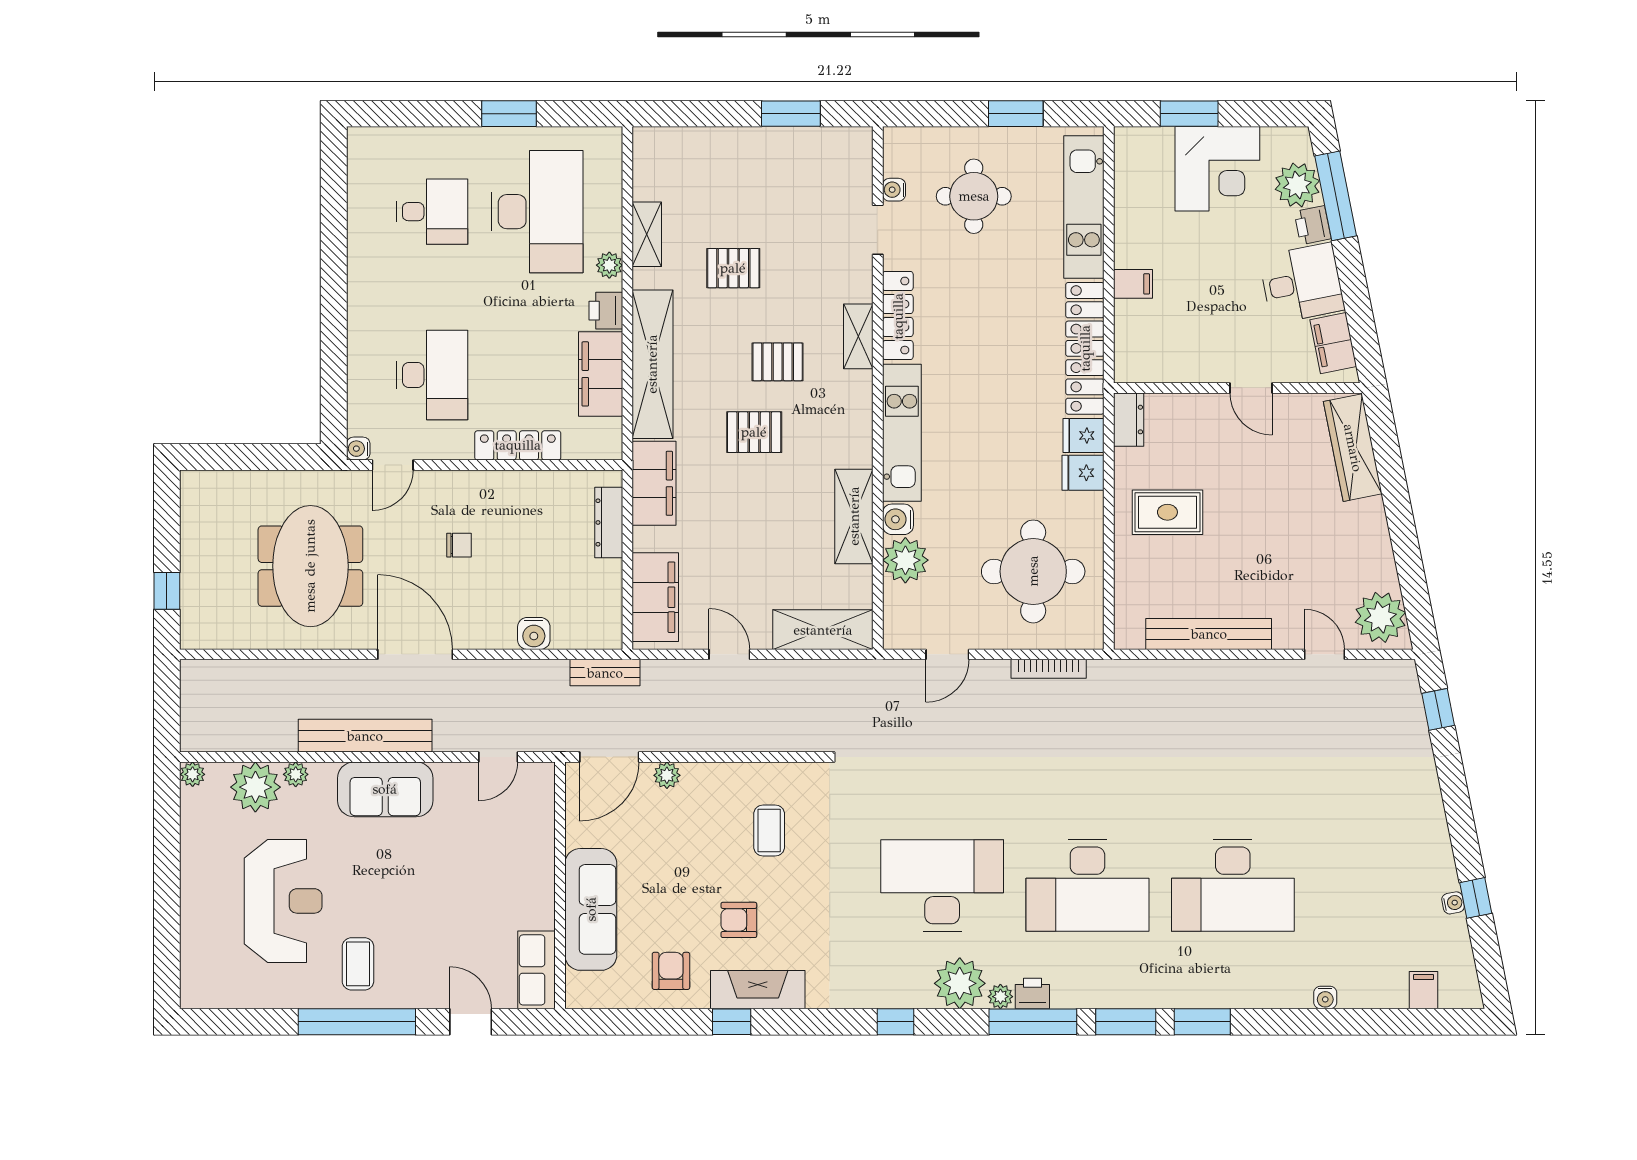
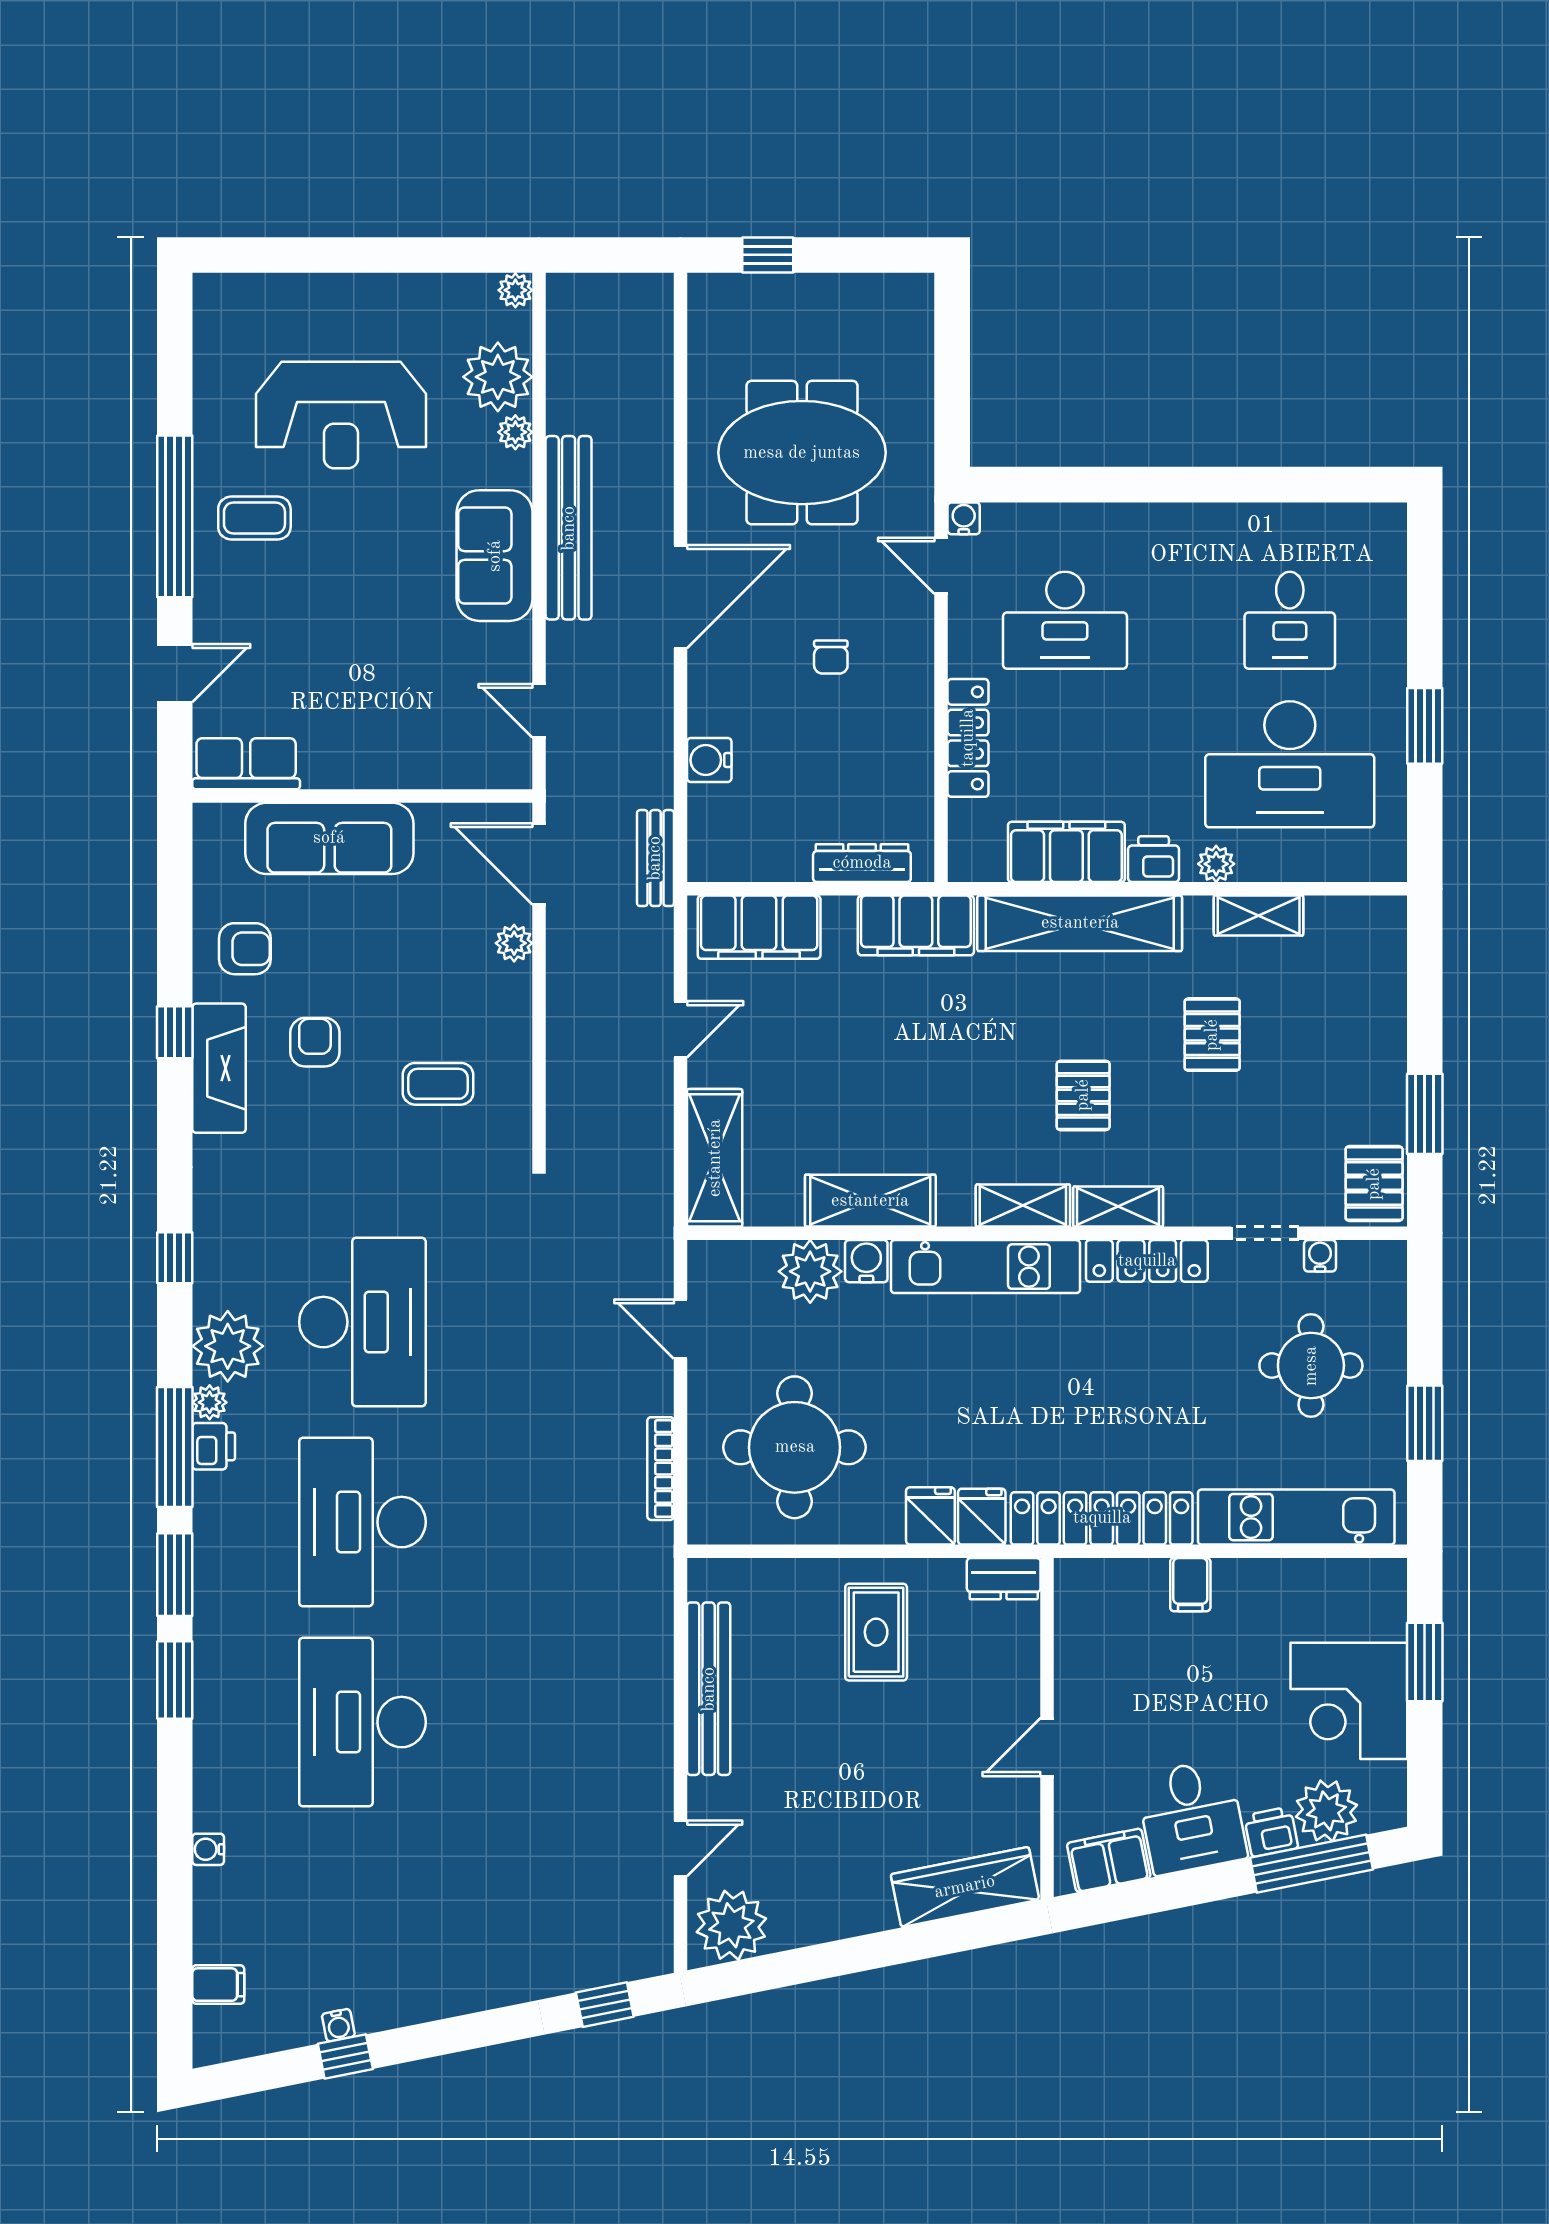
shelving: (858, 406) -> (1023, 1206), added
pallet: (754, 432) -> (1374, 1184), moved

